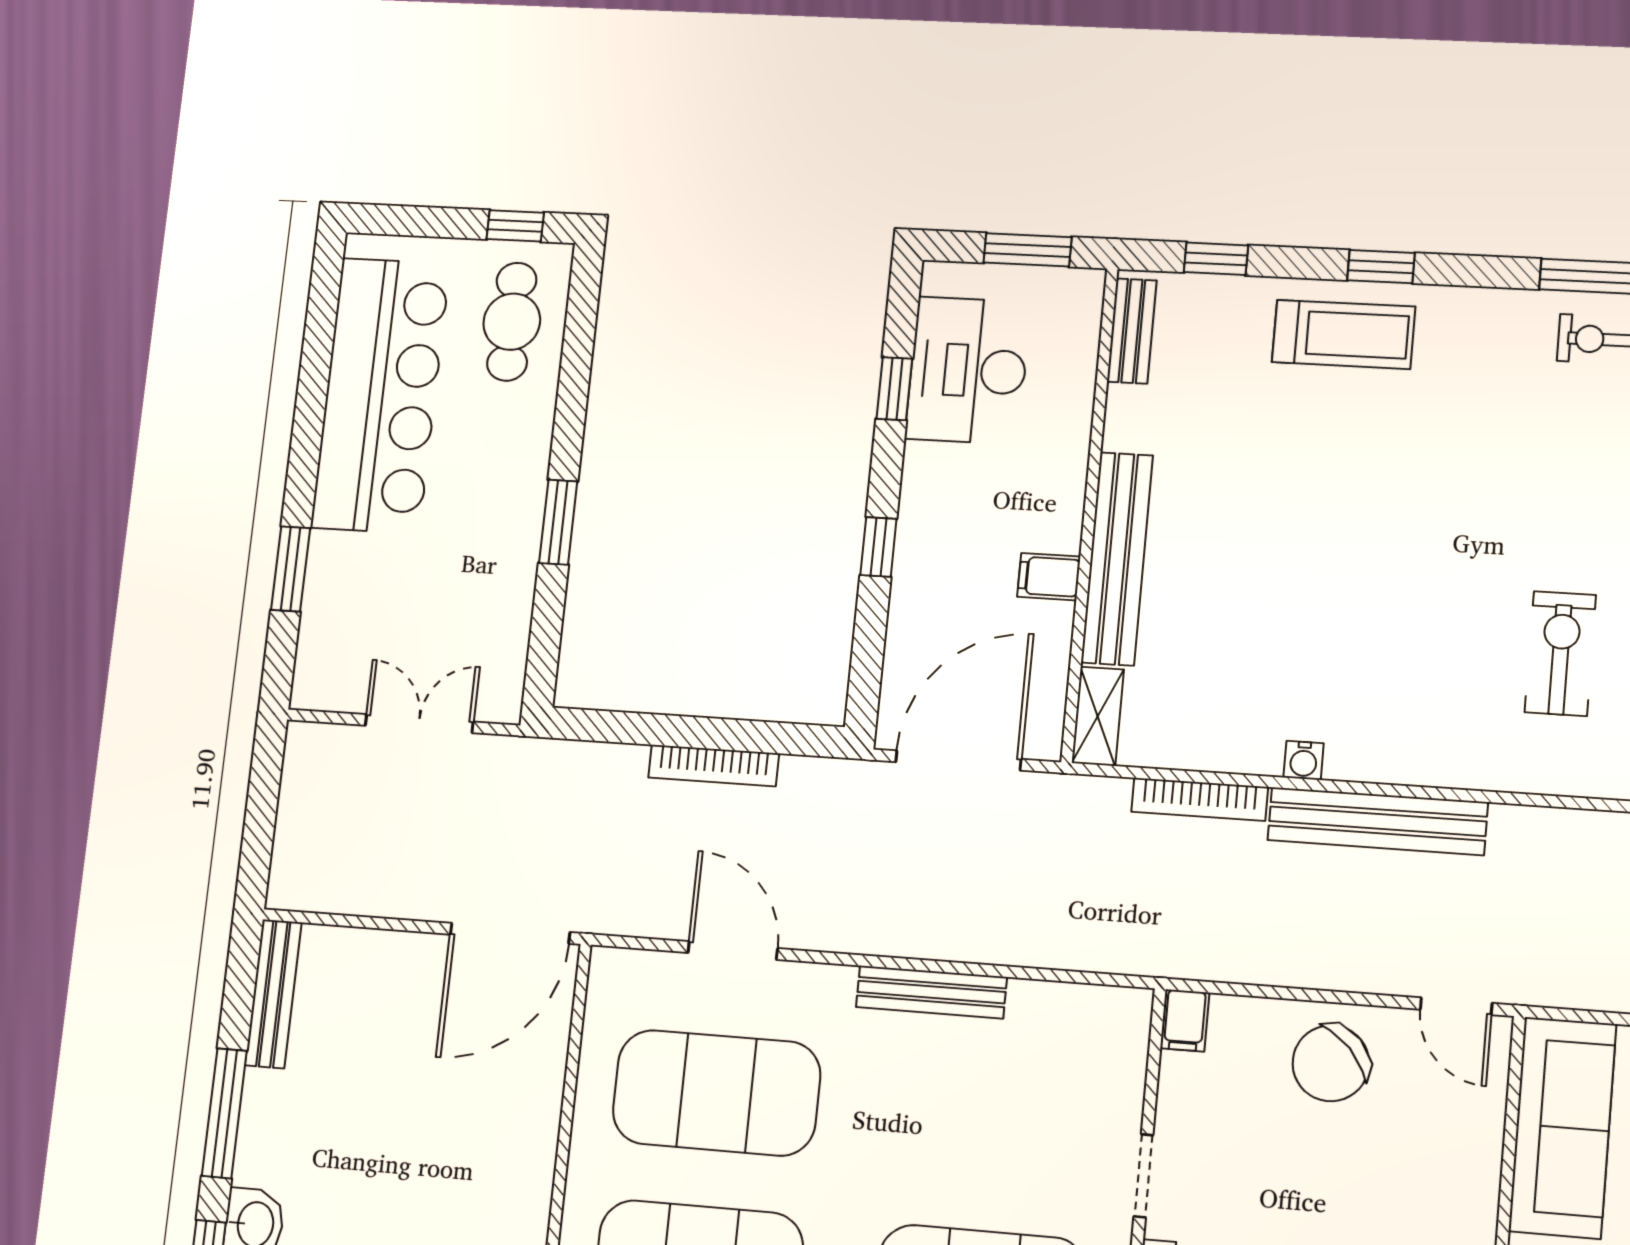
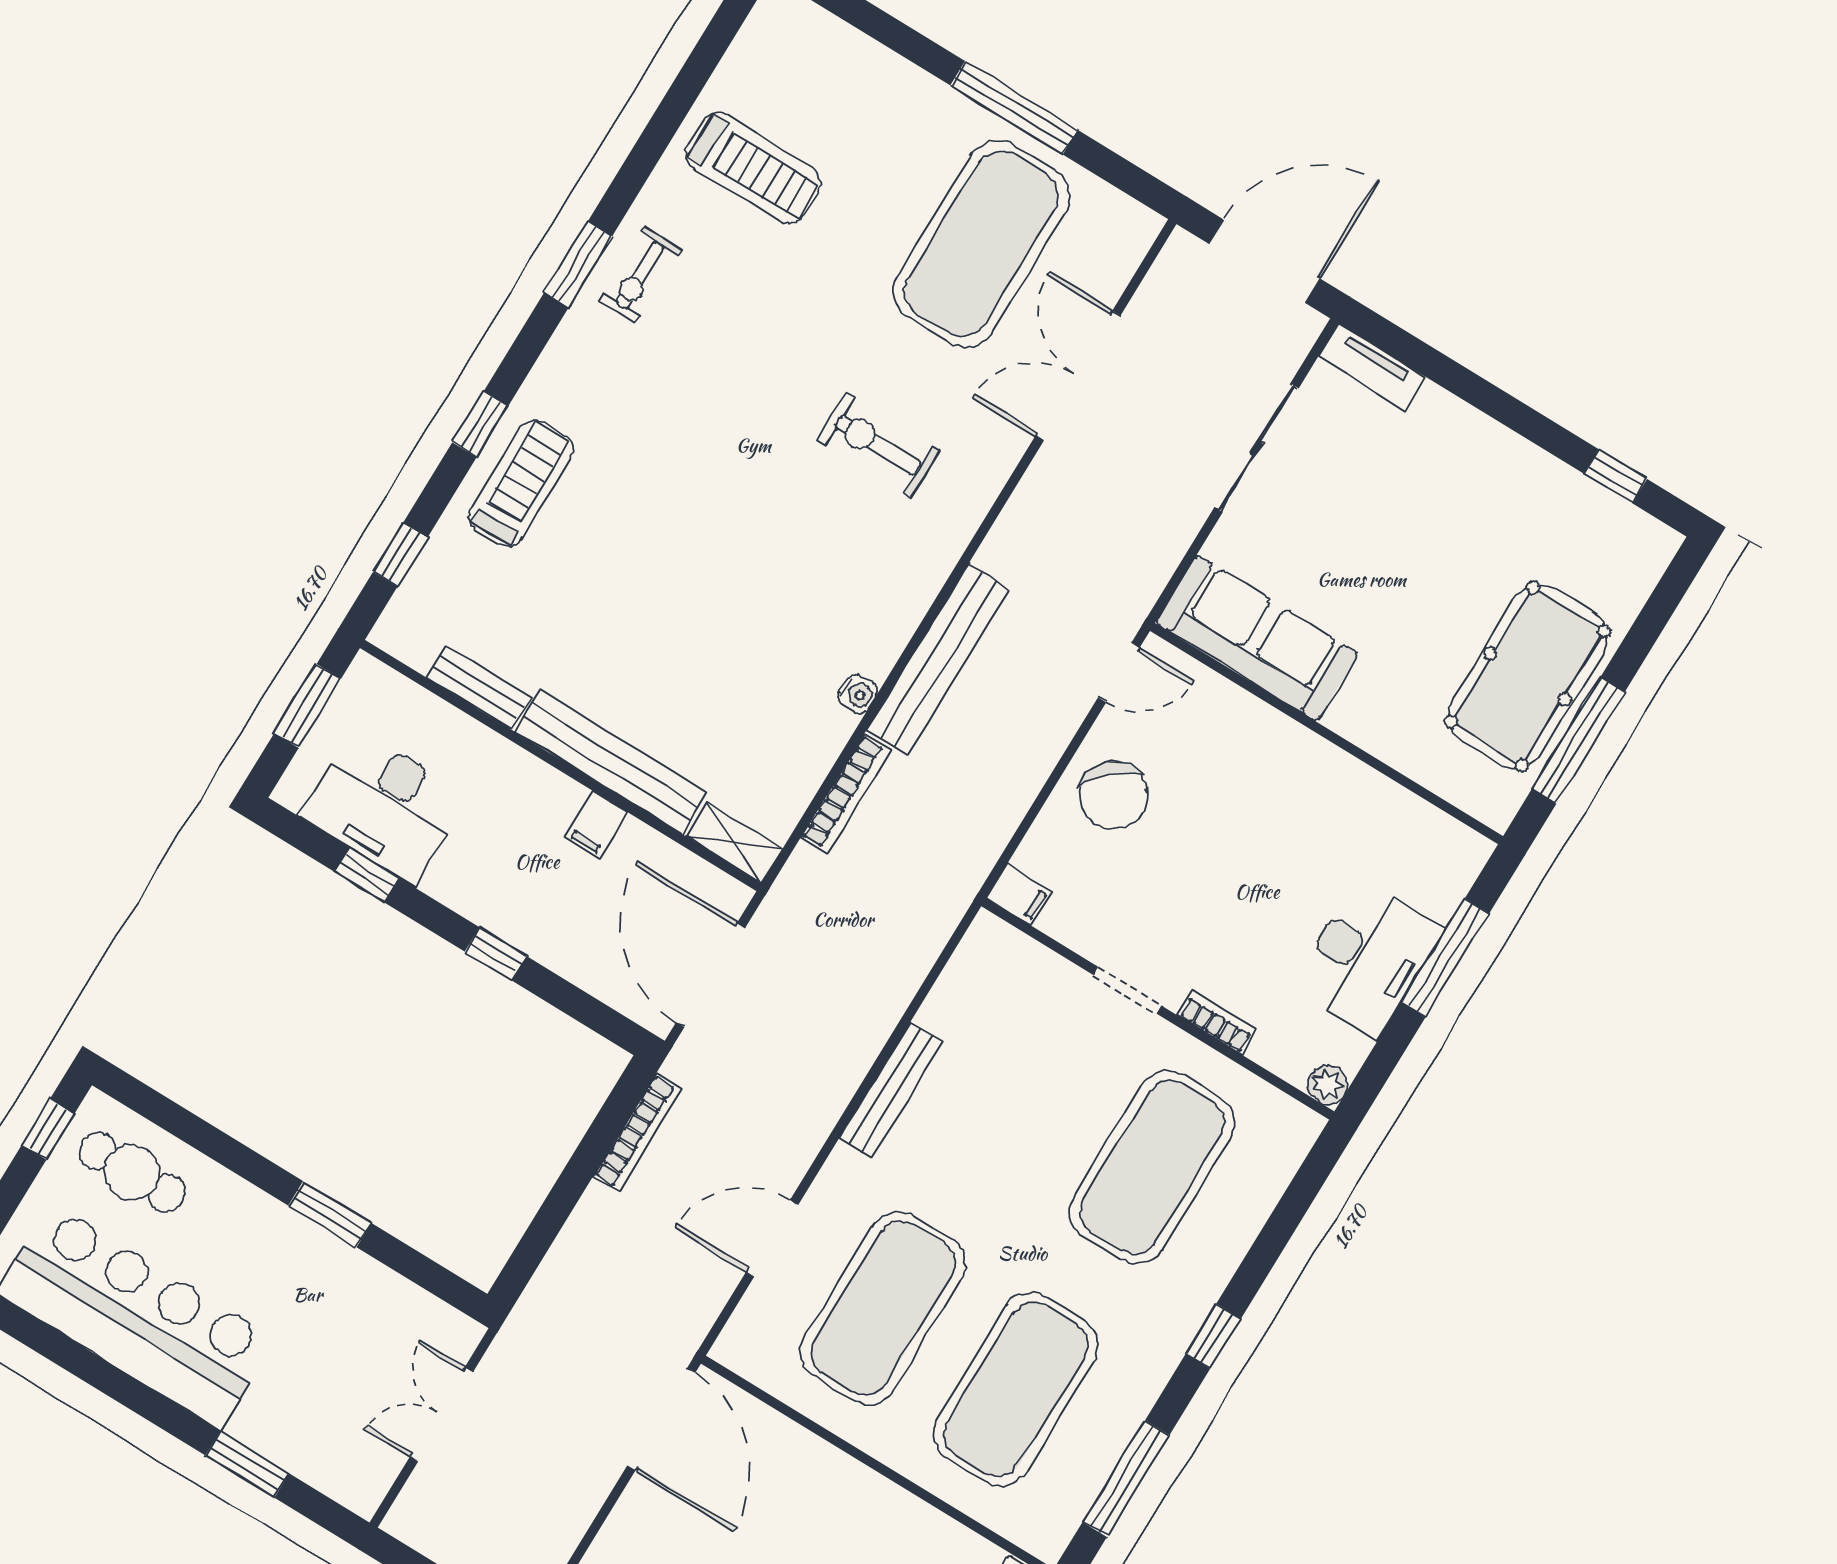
bench: (1132, 331) -> (478, 687), moved
bookcase: (714, 766) -> (638, 1133), moved

